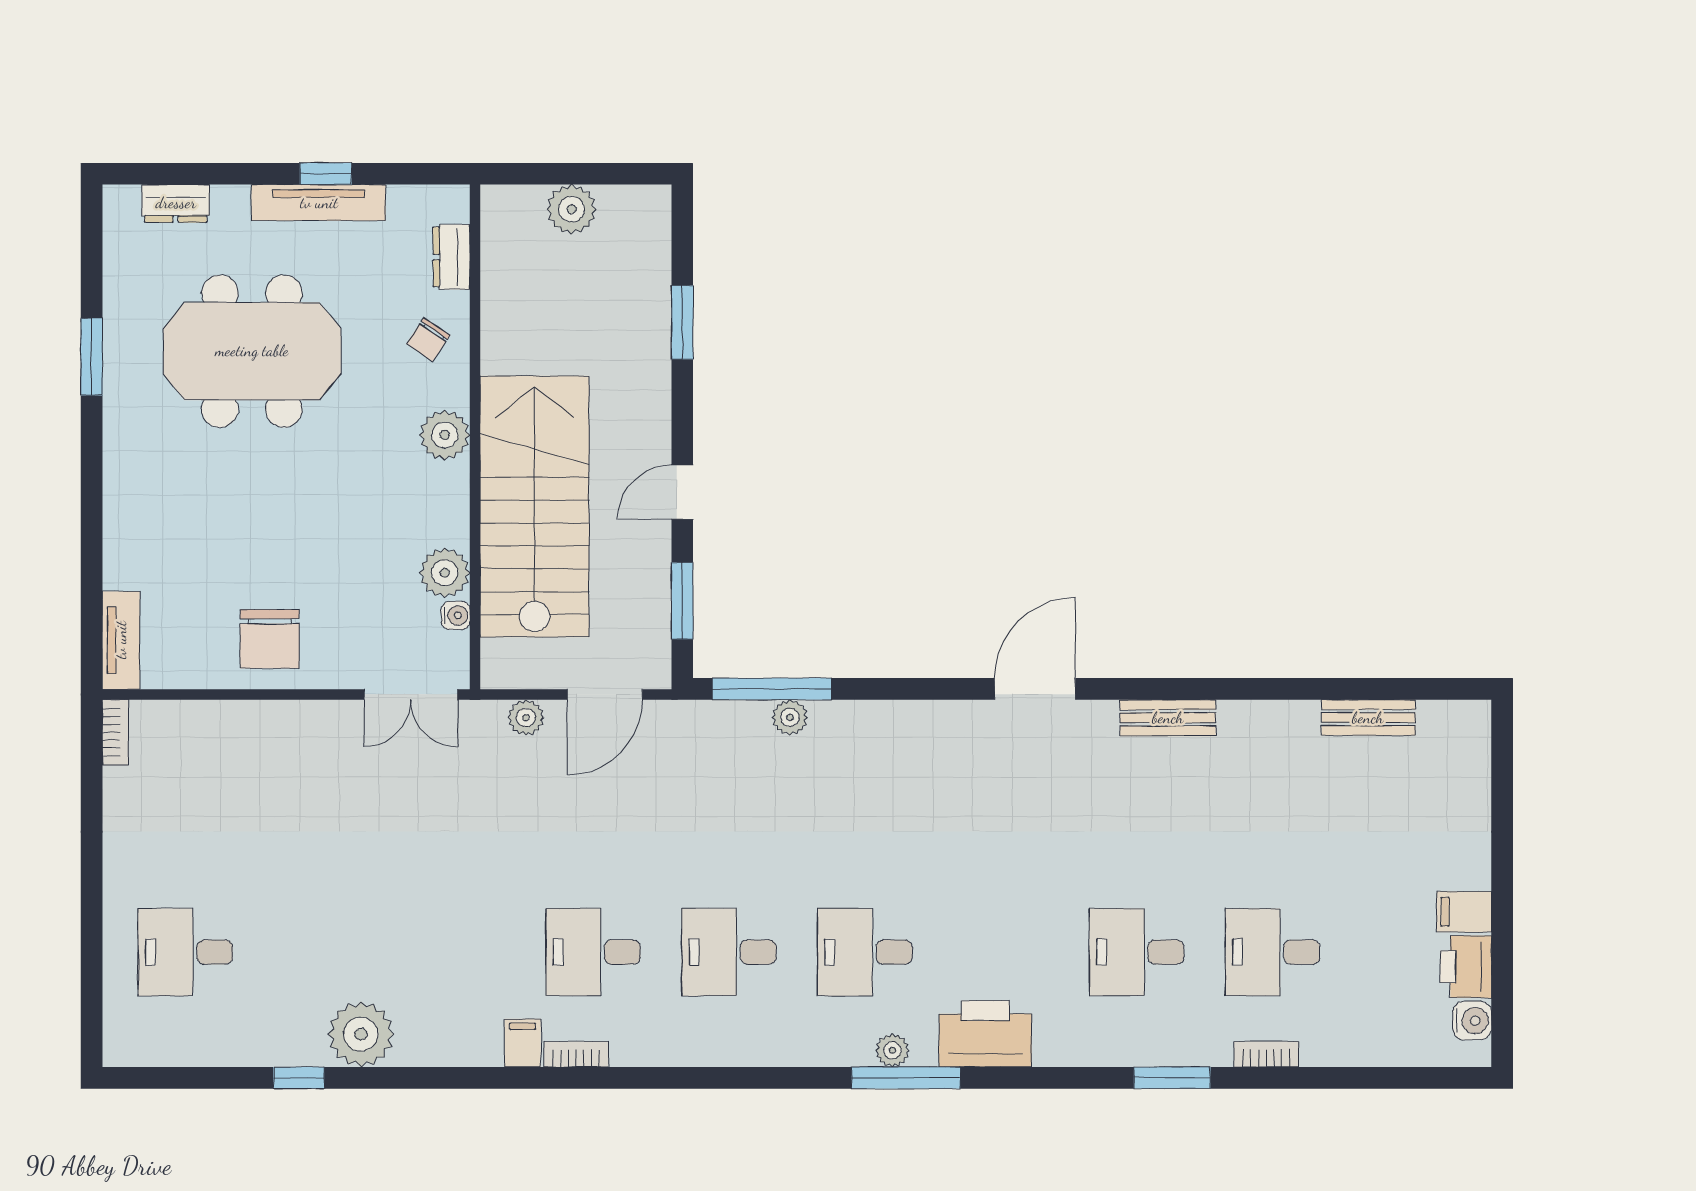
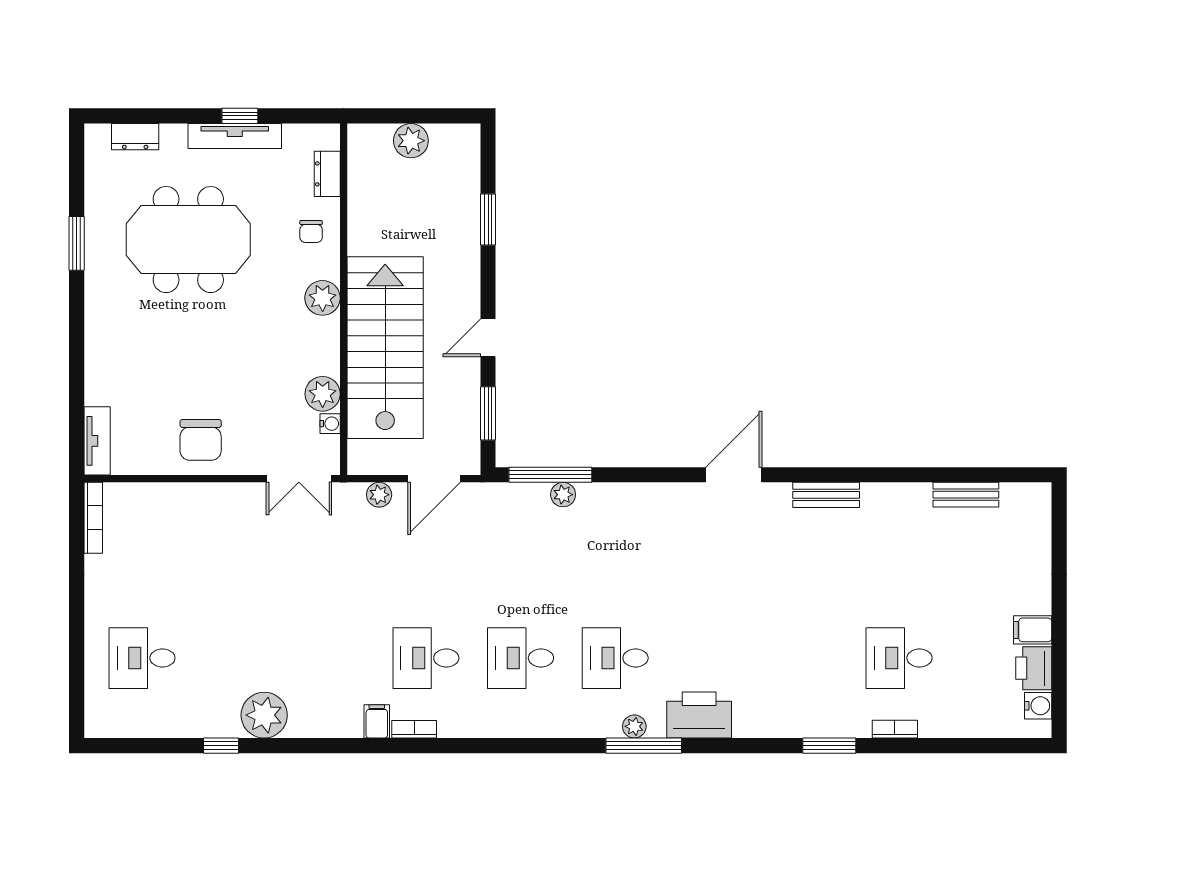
chair: (428, 340) -> (311, 231), turned -34
bookcase: (115, 732) -> (93, 518), width x1.56
desk: (1137, 952) -> (804, 658), removed

